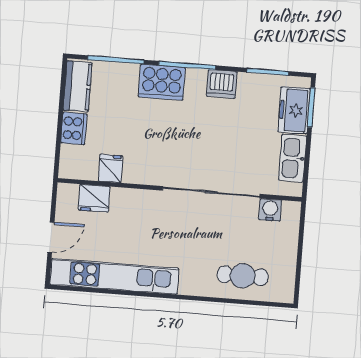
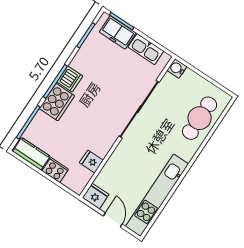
dishwasher: (222, 84) -> (70, 79), moved
fridge: (94, 198) -> (96, 196), moved, turned -90
water cooler: (270, 210) -> (177, 68), moved
cafe table: (243, 276) -> (200, 118), width x1.37, depth x1.35

